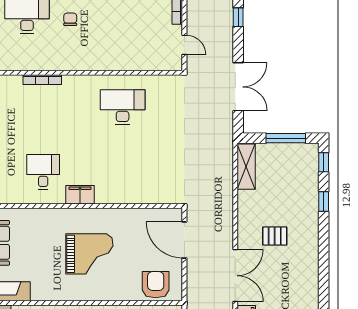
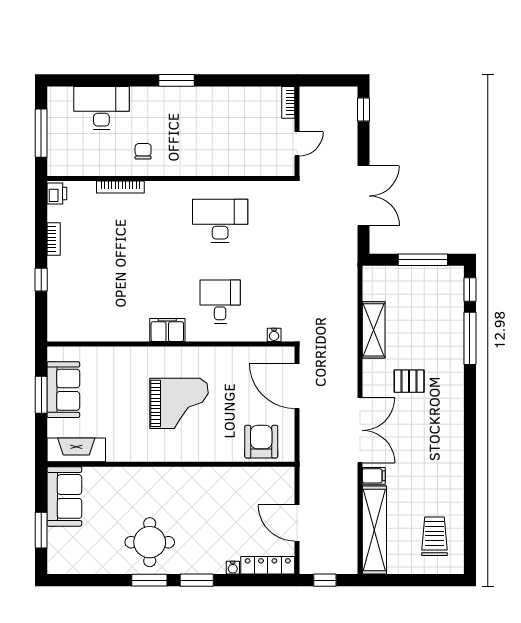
chair: (70, 19) -> (143, 151), moved
door: (184, 45) -> (297, 144), hinge flipped
shelving: (246, 167) -> (374, 330), moved
desk: (43, 172) -> (220, 302), moved
water cooler: (166, 199) -> (274, 335), added
window: (324, 201) -> (470, 338), width x2.17

